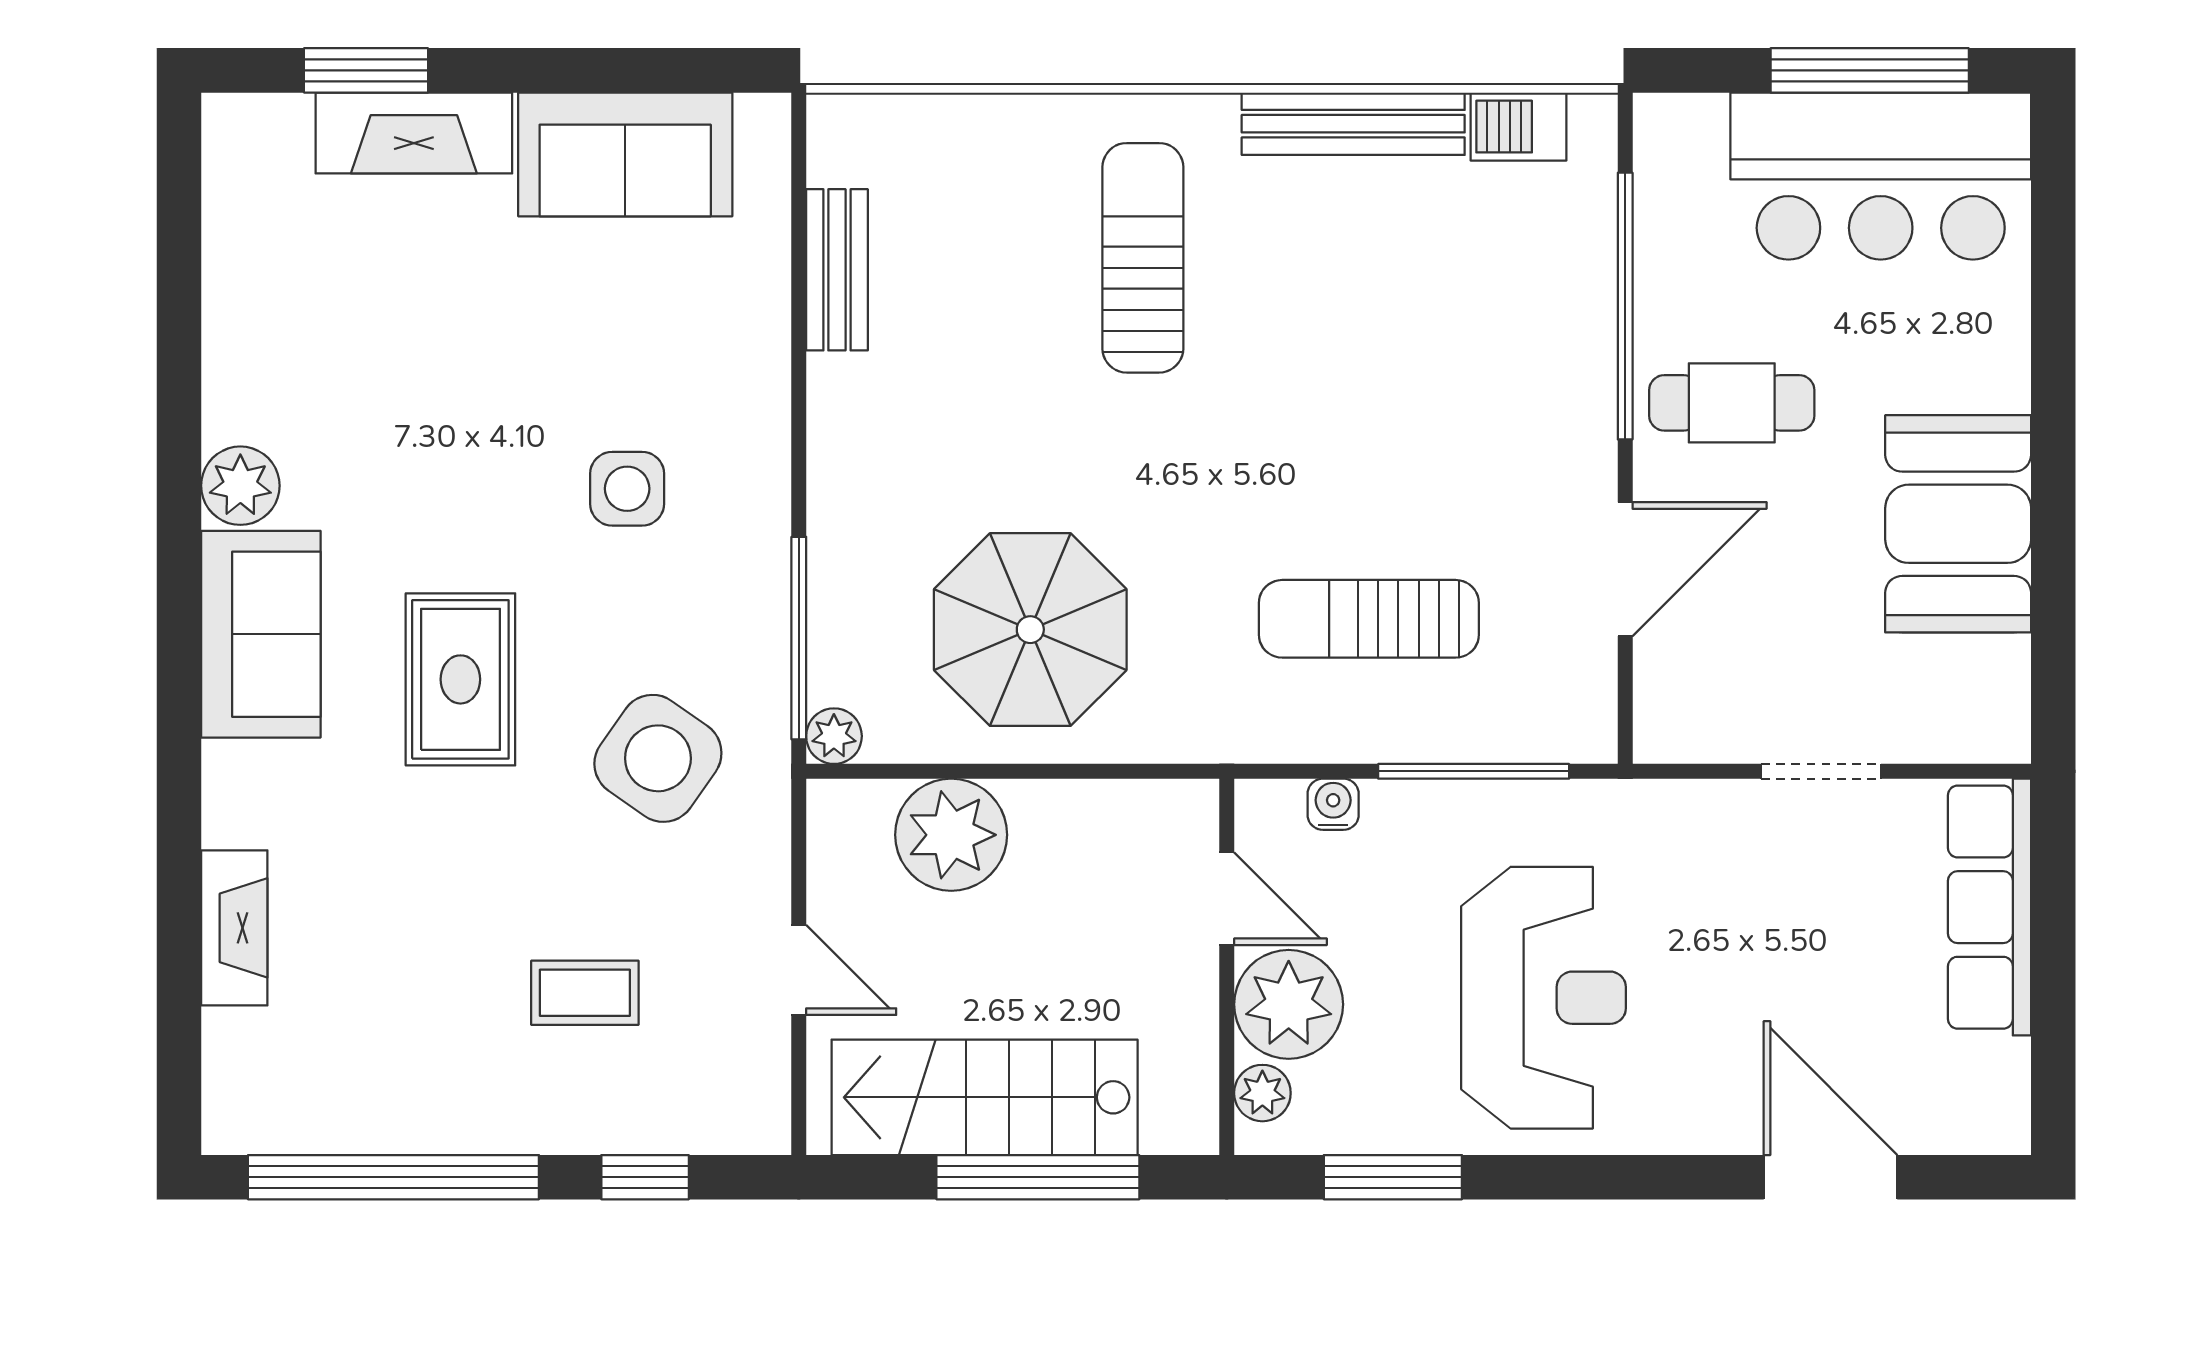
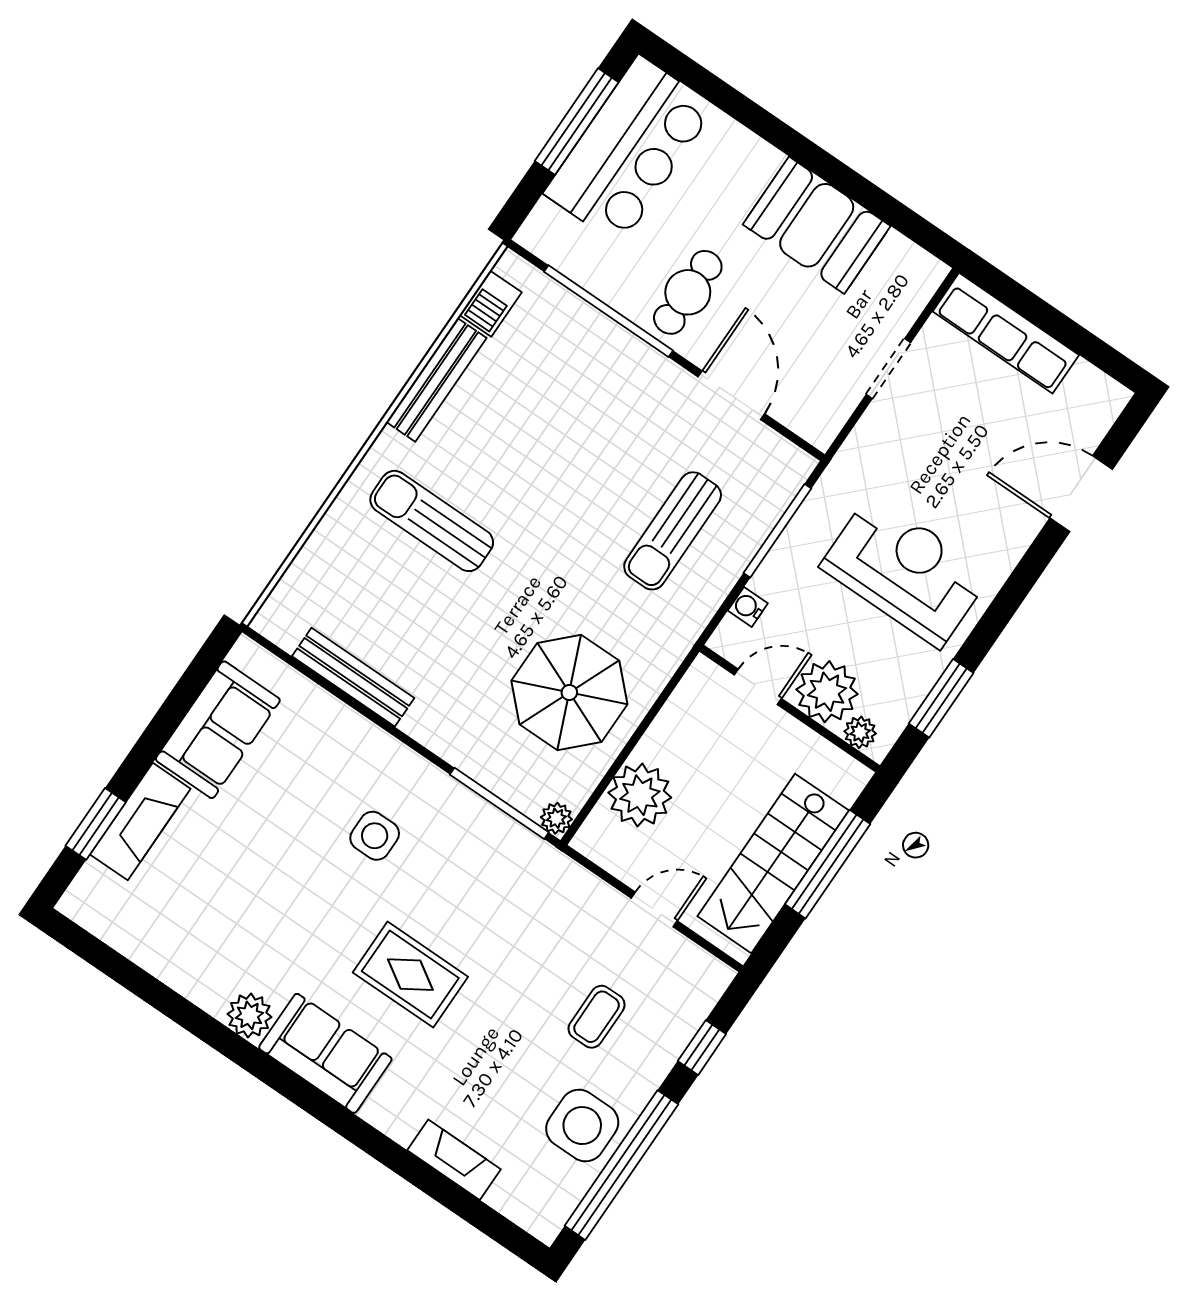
bench: (837, 270) -> (353, 677), width x1.36
side table: (658, 758) -> (582, 1126), moved, turned -35

